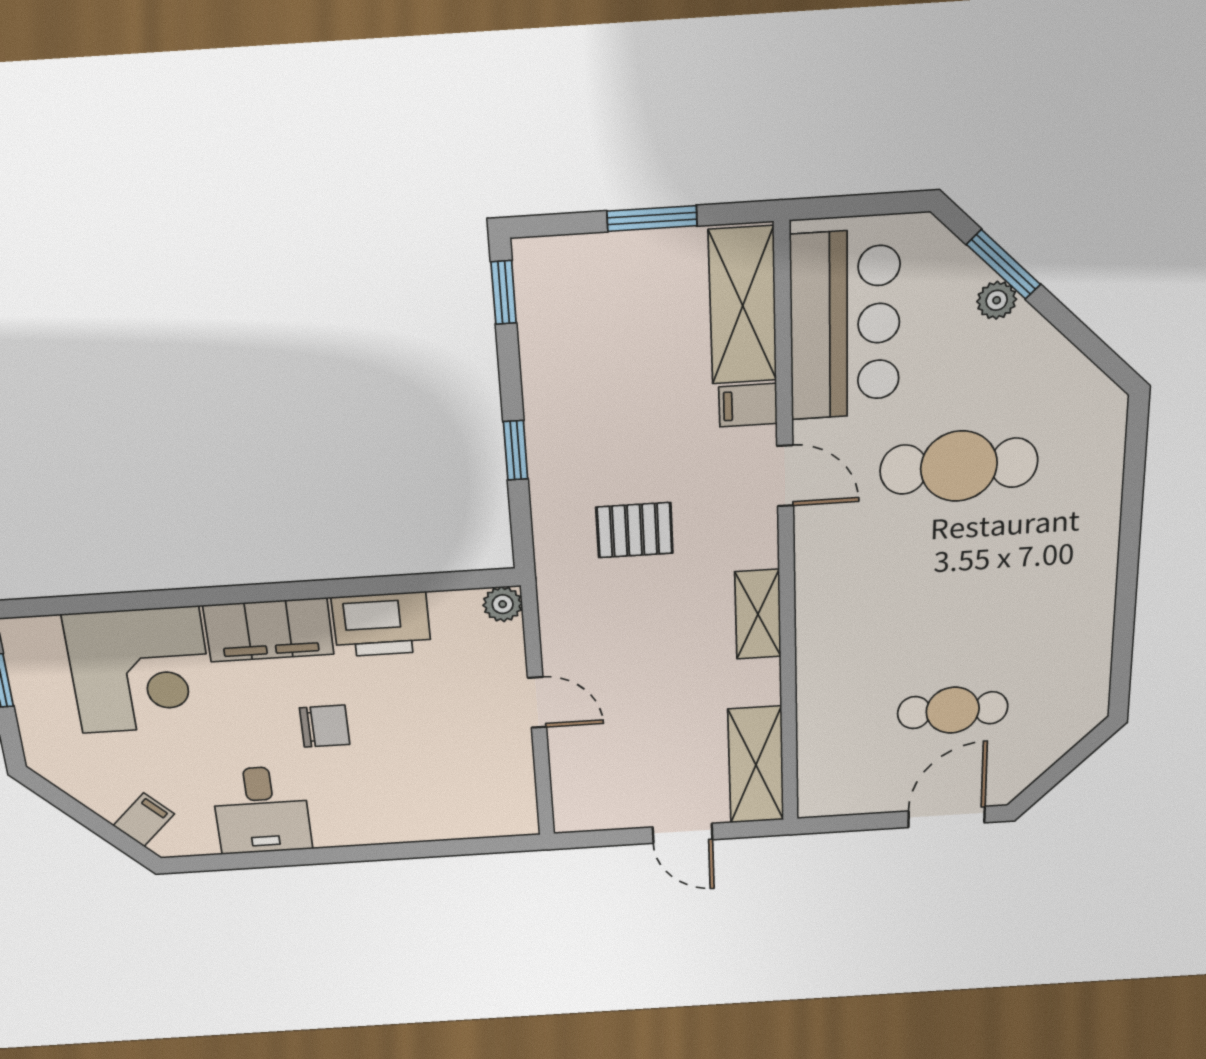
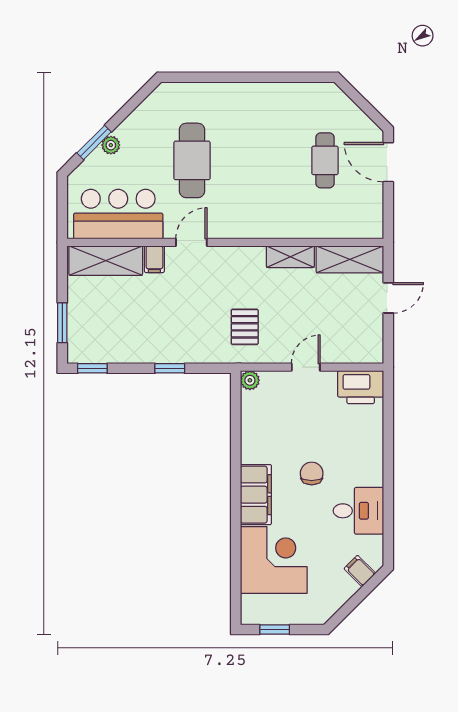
window: (652, 219) -> (62, 323), moved
pallet: (635, 530) -> (245, 327), moved
shelving: (758, 614) -> (290, 257), moved
printer: (381, 624) -> (361, 387), moved, turned 90

